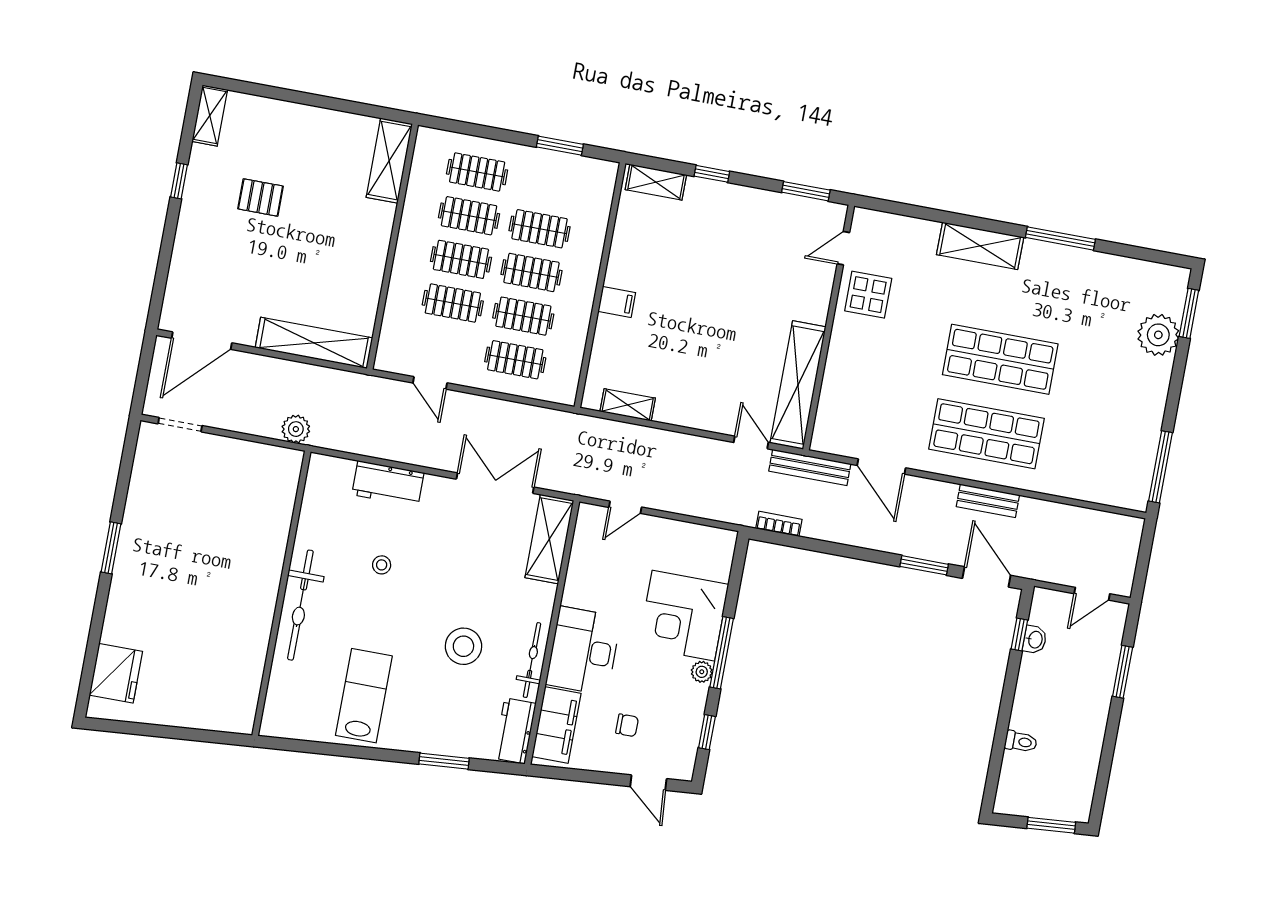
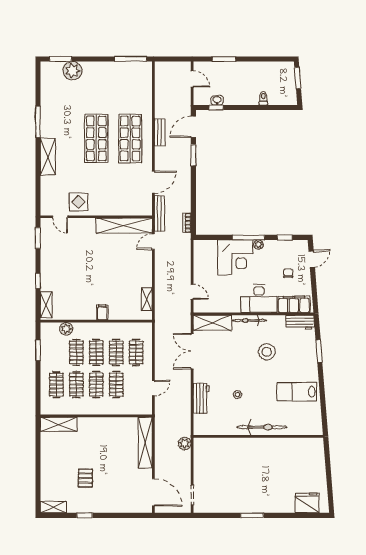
plant: (595, 216) -> (66, 329), added
bicycle: (532, 660) -> (249, 320), moved

